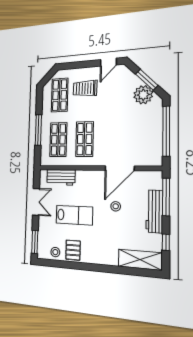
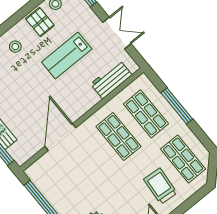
trolley: (85, 88) -> (160, 186), turned -86
double door: (36, 202) -> (117, 33), swing flipped
stool: (116, 206) -> (15, 47), moved

